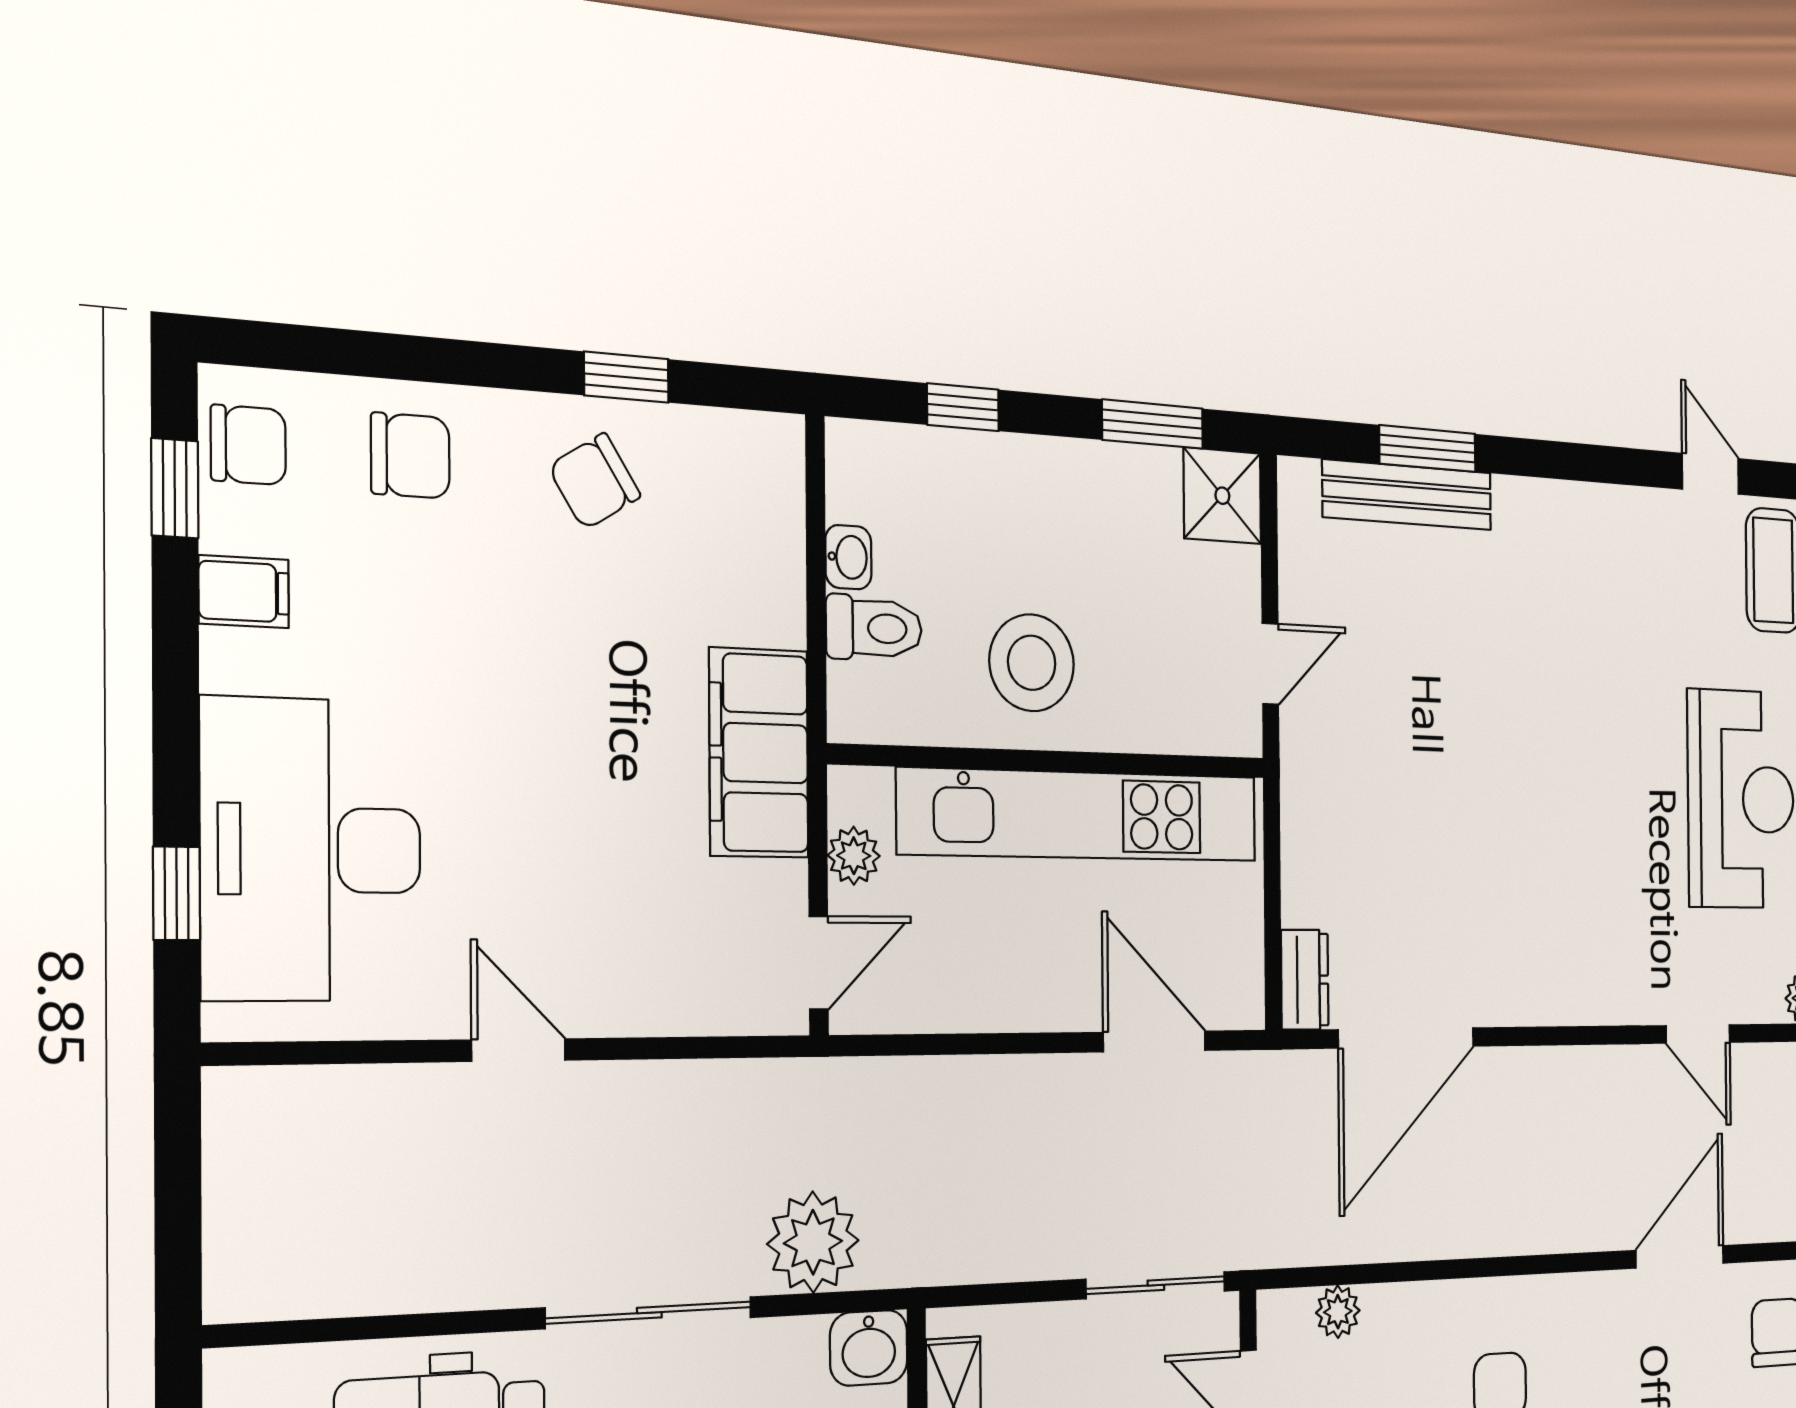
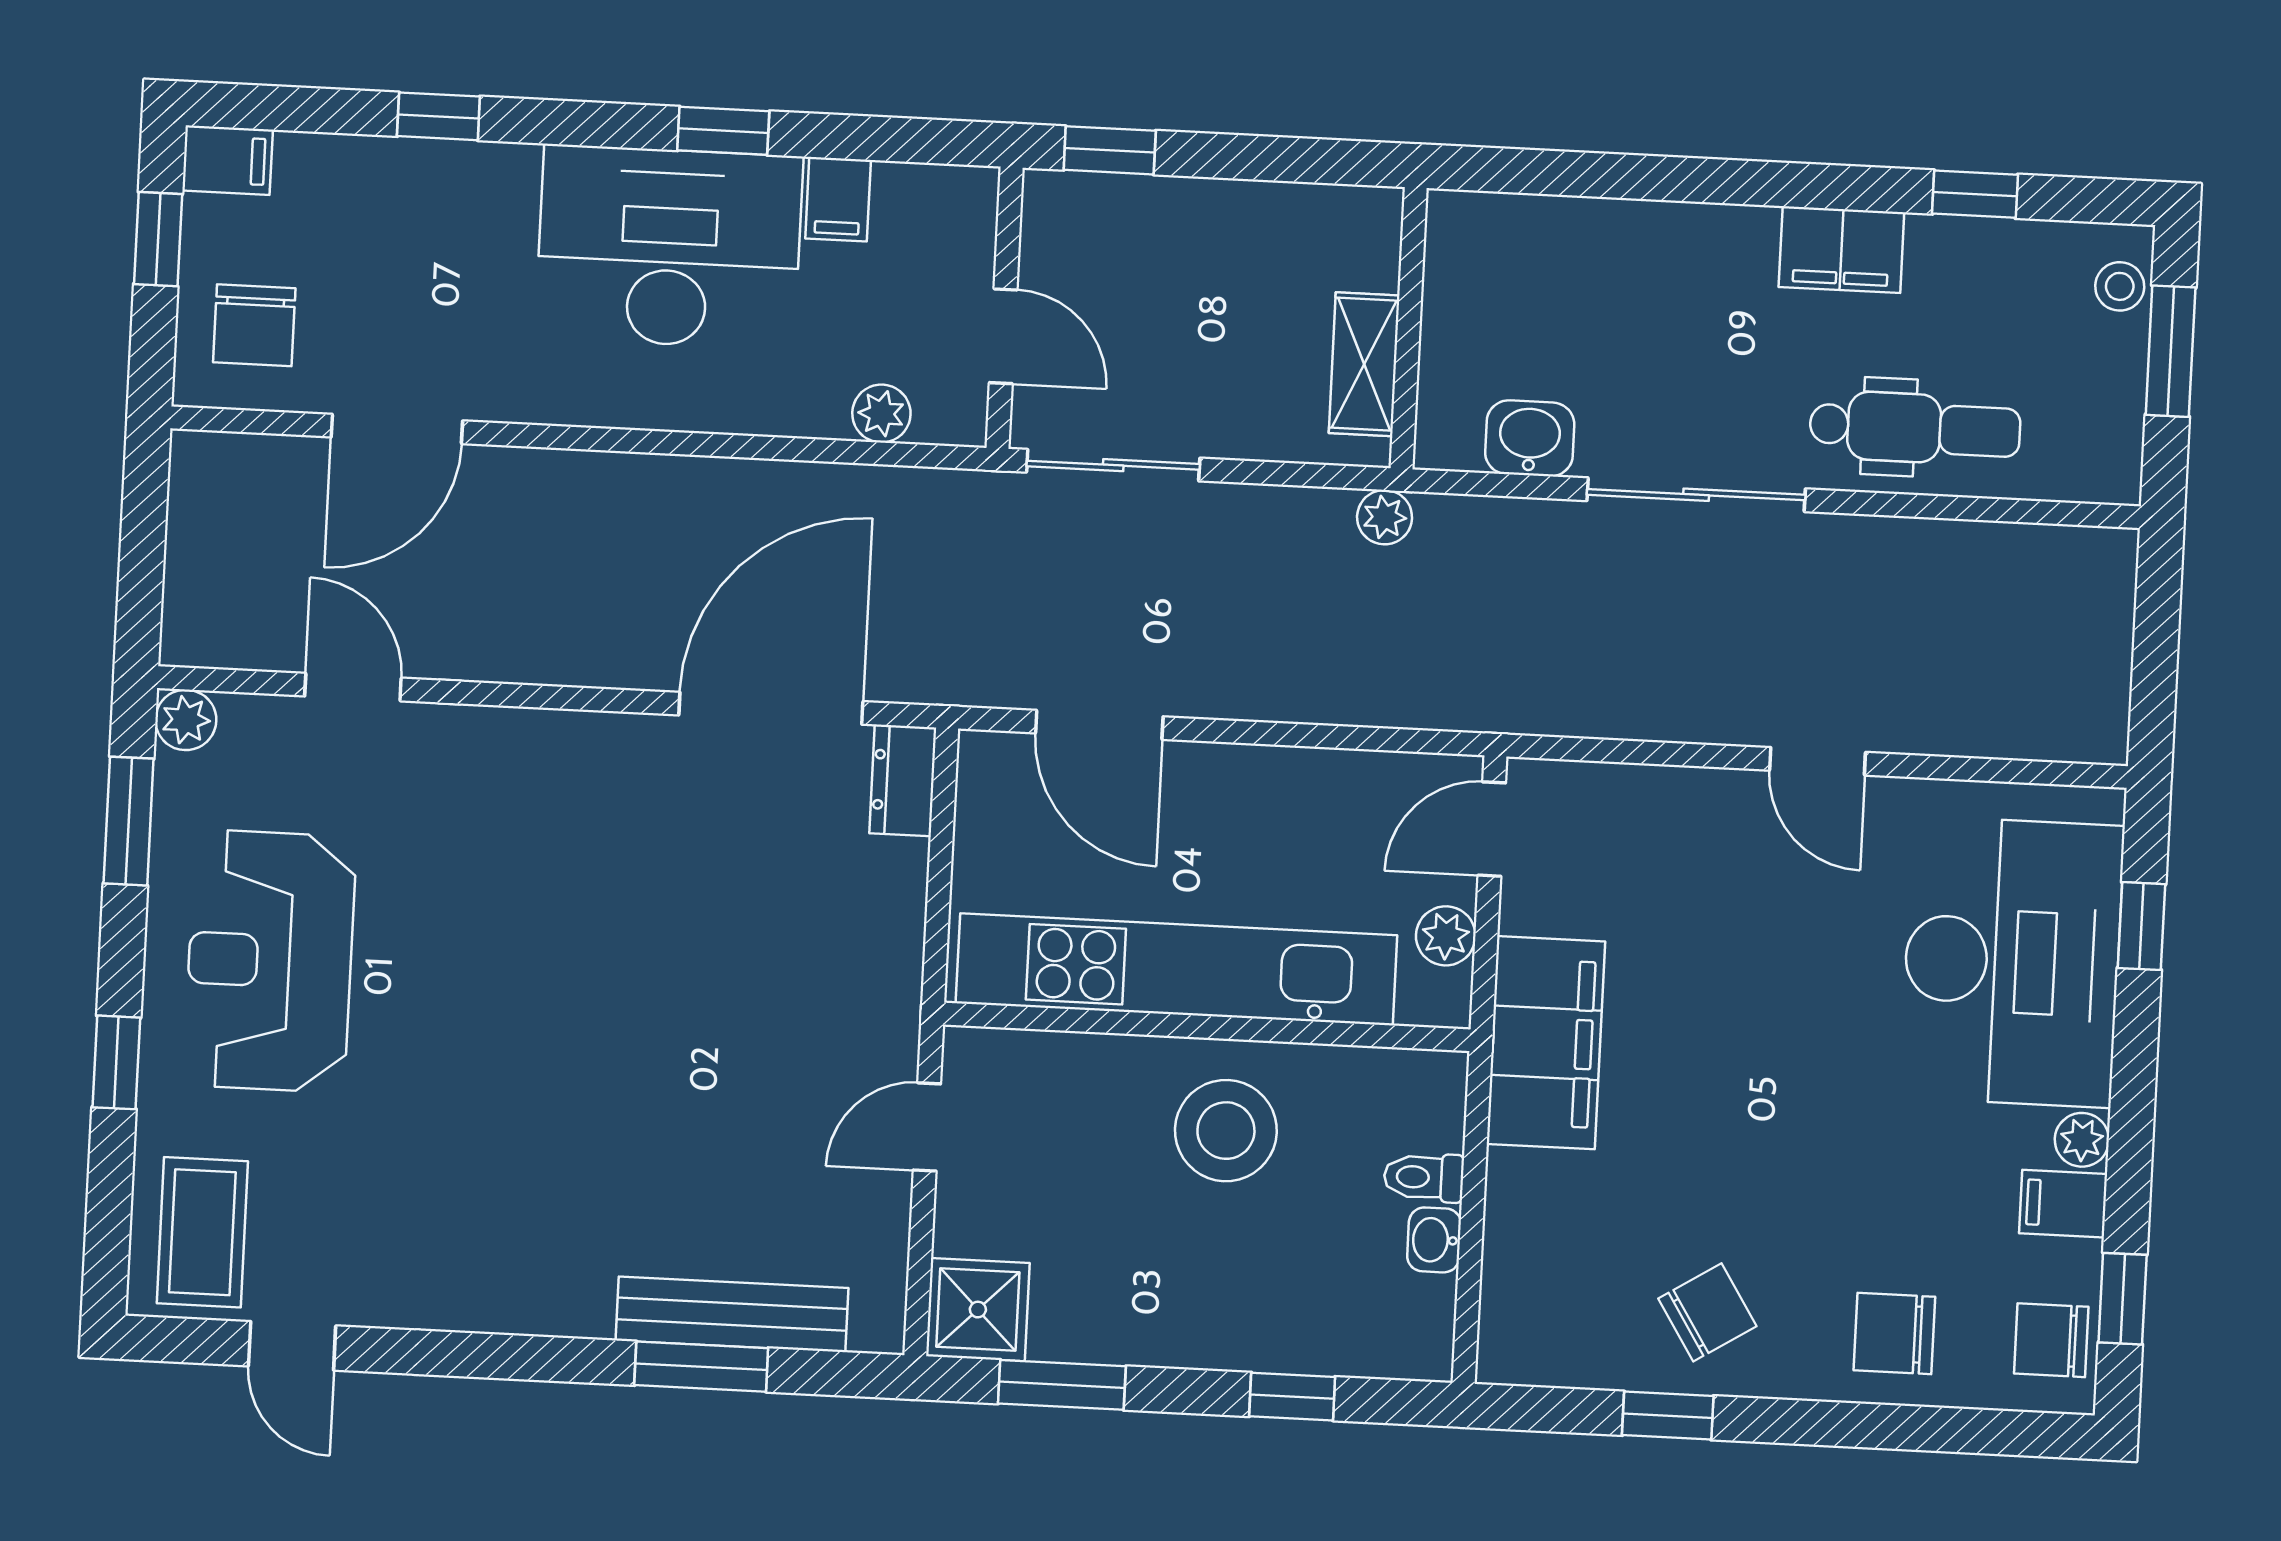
toilet: (874, 628) -> (1424, 1177), width x0.73, depth x0.72
plant: (228, 660) -> (2082, 1140), added
plant: (813, 1242) -> (1385, 517), moved, width x0.53, depth x0.53
washbasin: (869, 1348) -> (1530, 438), moved

